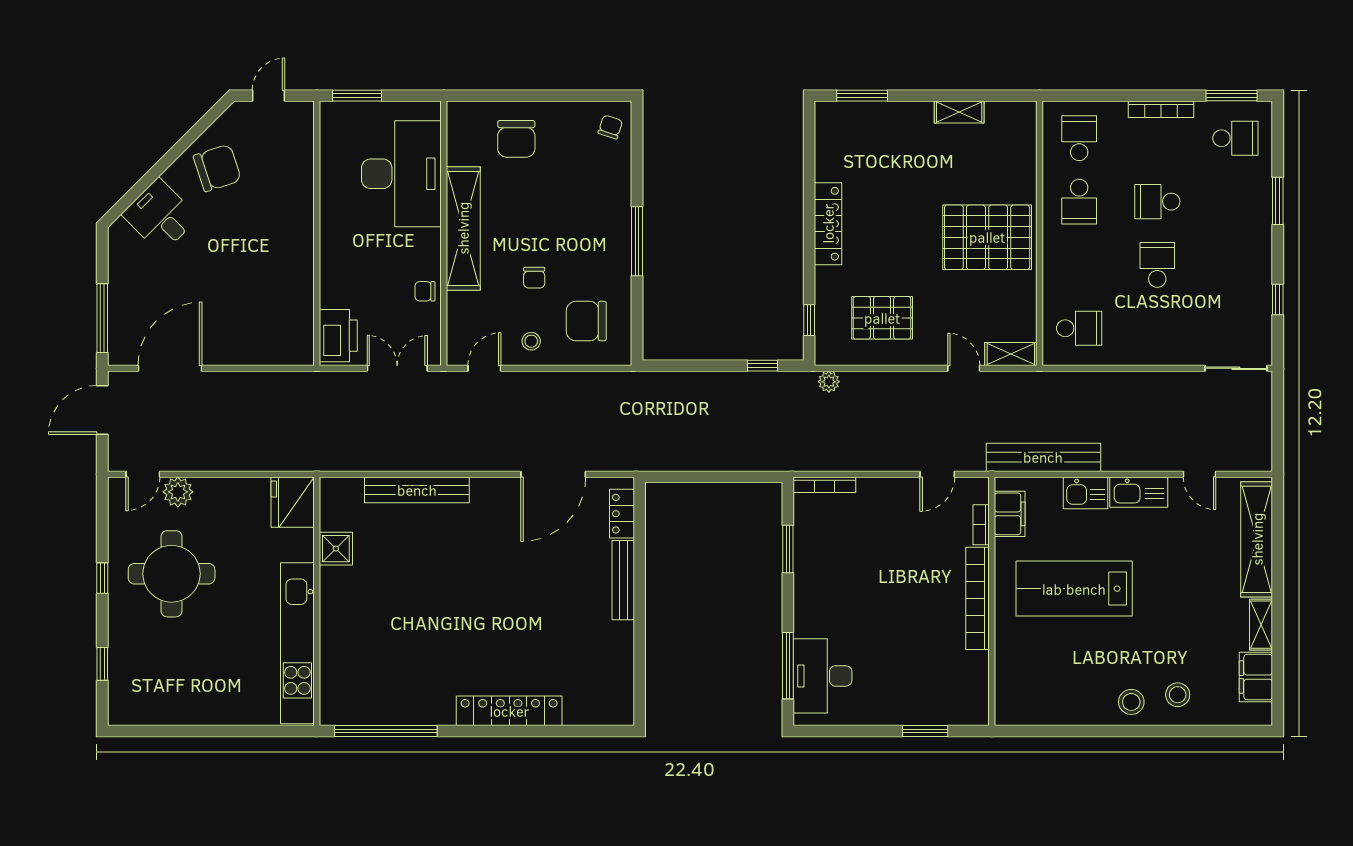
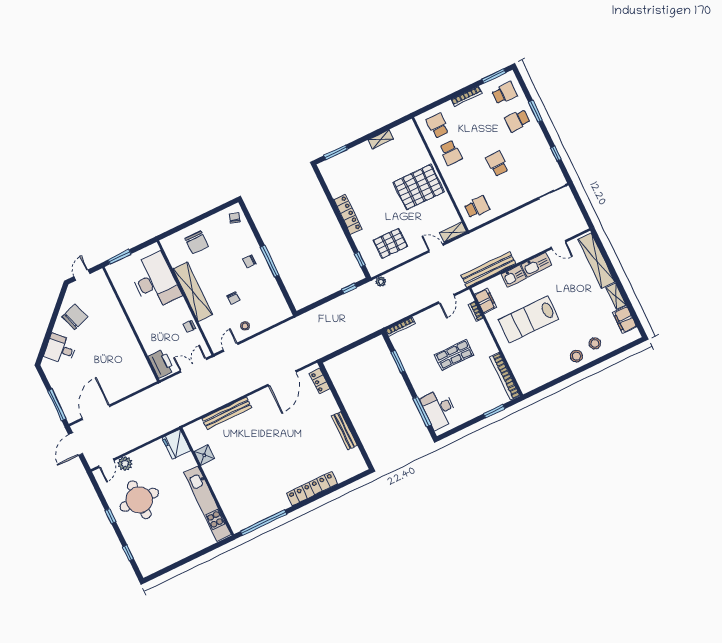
school desk: (1157, 202) -> (518, 120), moved
chair: (586, 321) -> (249, 261), moved, width x0.54, depth x0.54
bench: (623, 580) -> (344, 431), moved
shop shelf: (901, 587) -> (454, 355), added
bookcase: (978, 598) -> (505, 376), moved

